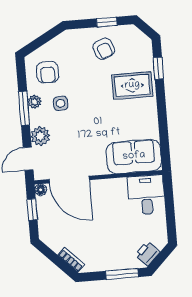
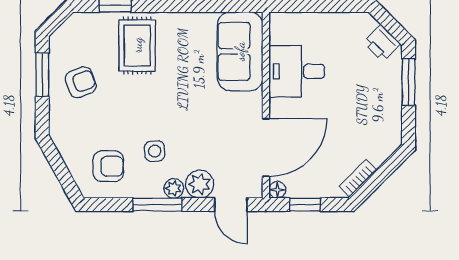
window: (107, 22) -> (42, 75), width x1.50
plant: (35, 102) -> (174, 188), moved
desk: (146, 195) -> (297, 71), moved
bookcase: (71, 260) -> (358, 178), moved

